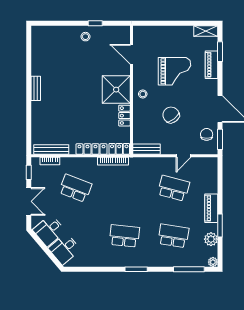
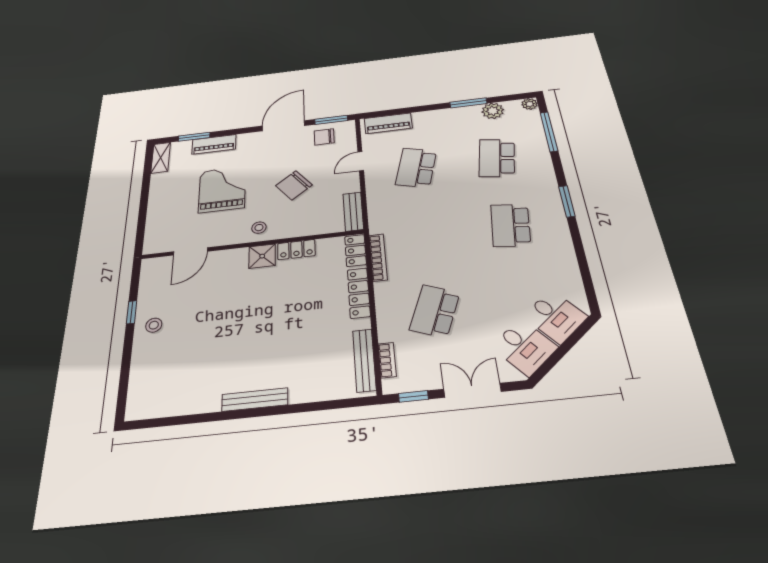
bench: (36, 88) -> (255, 400), width x1.36
shower: (116, 90) -> (262, 256), width x0.54, depth x0.54
door: (183, 156) -> (361, 161), swing flipped
piano: (211, 208) -> (388, 123), moved

